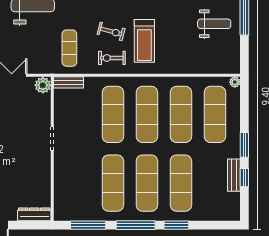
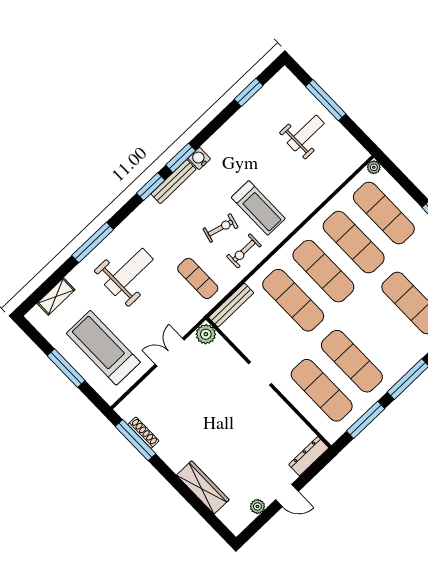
bench: (69, 82) -> (231, 305), width x1.36
exercise mat: (147, 183) -> (322, 390), moved

